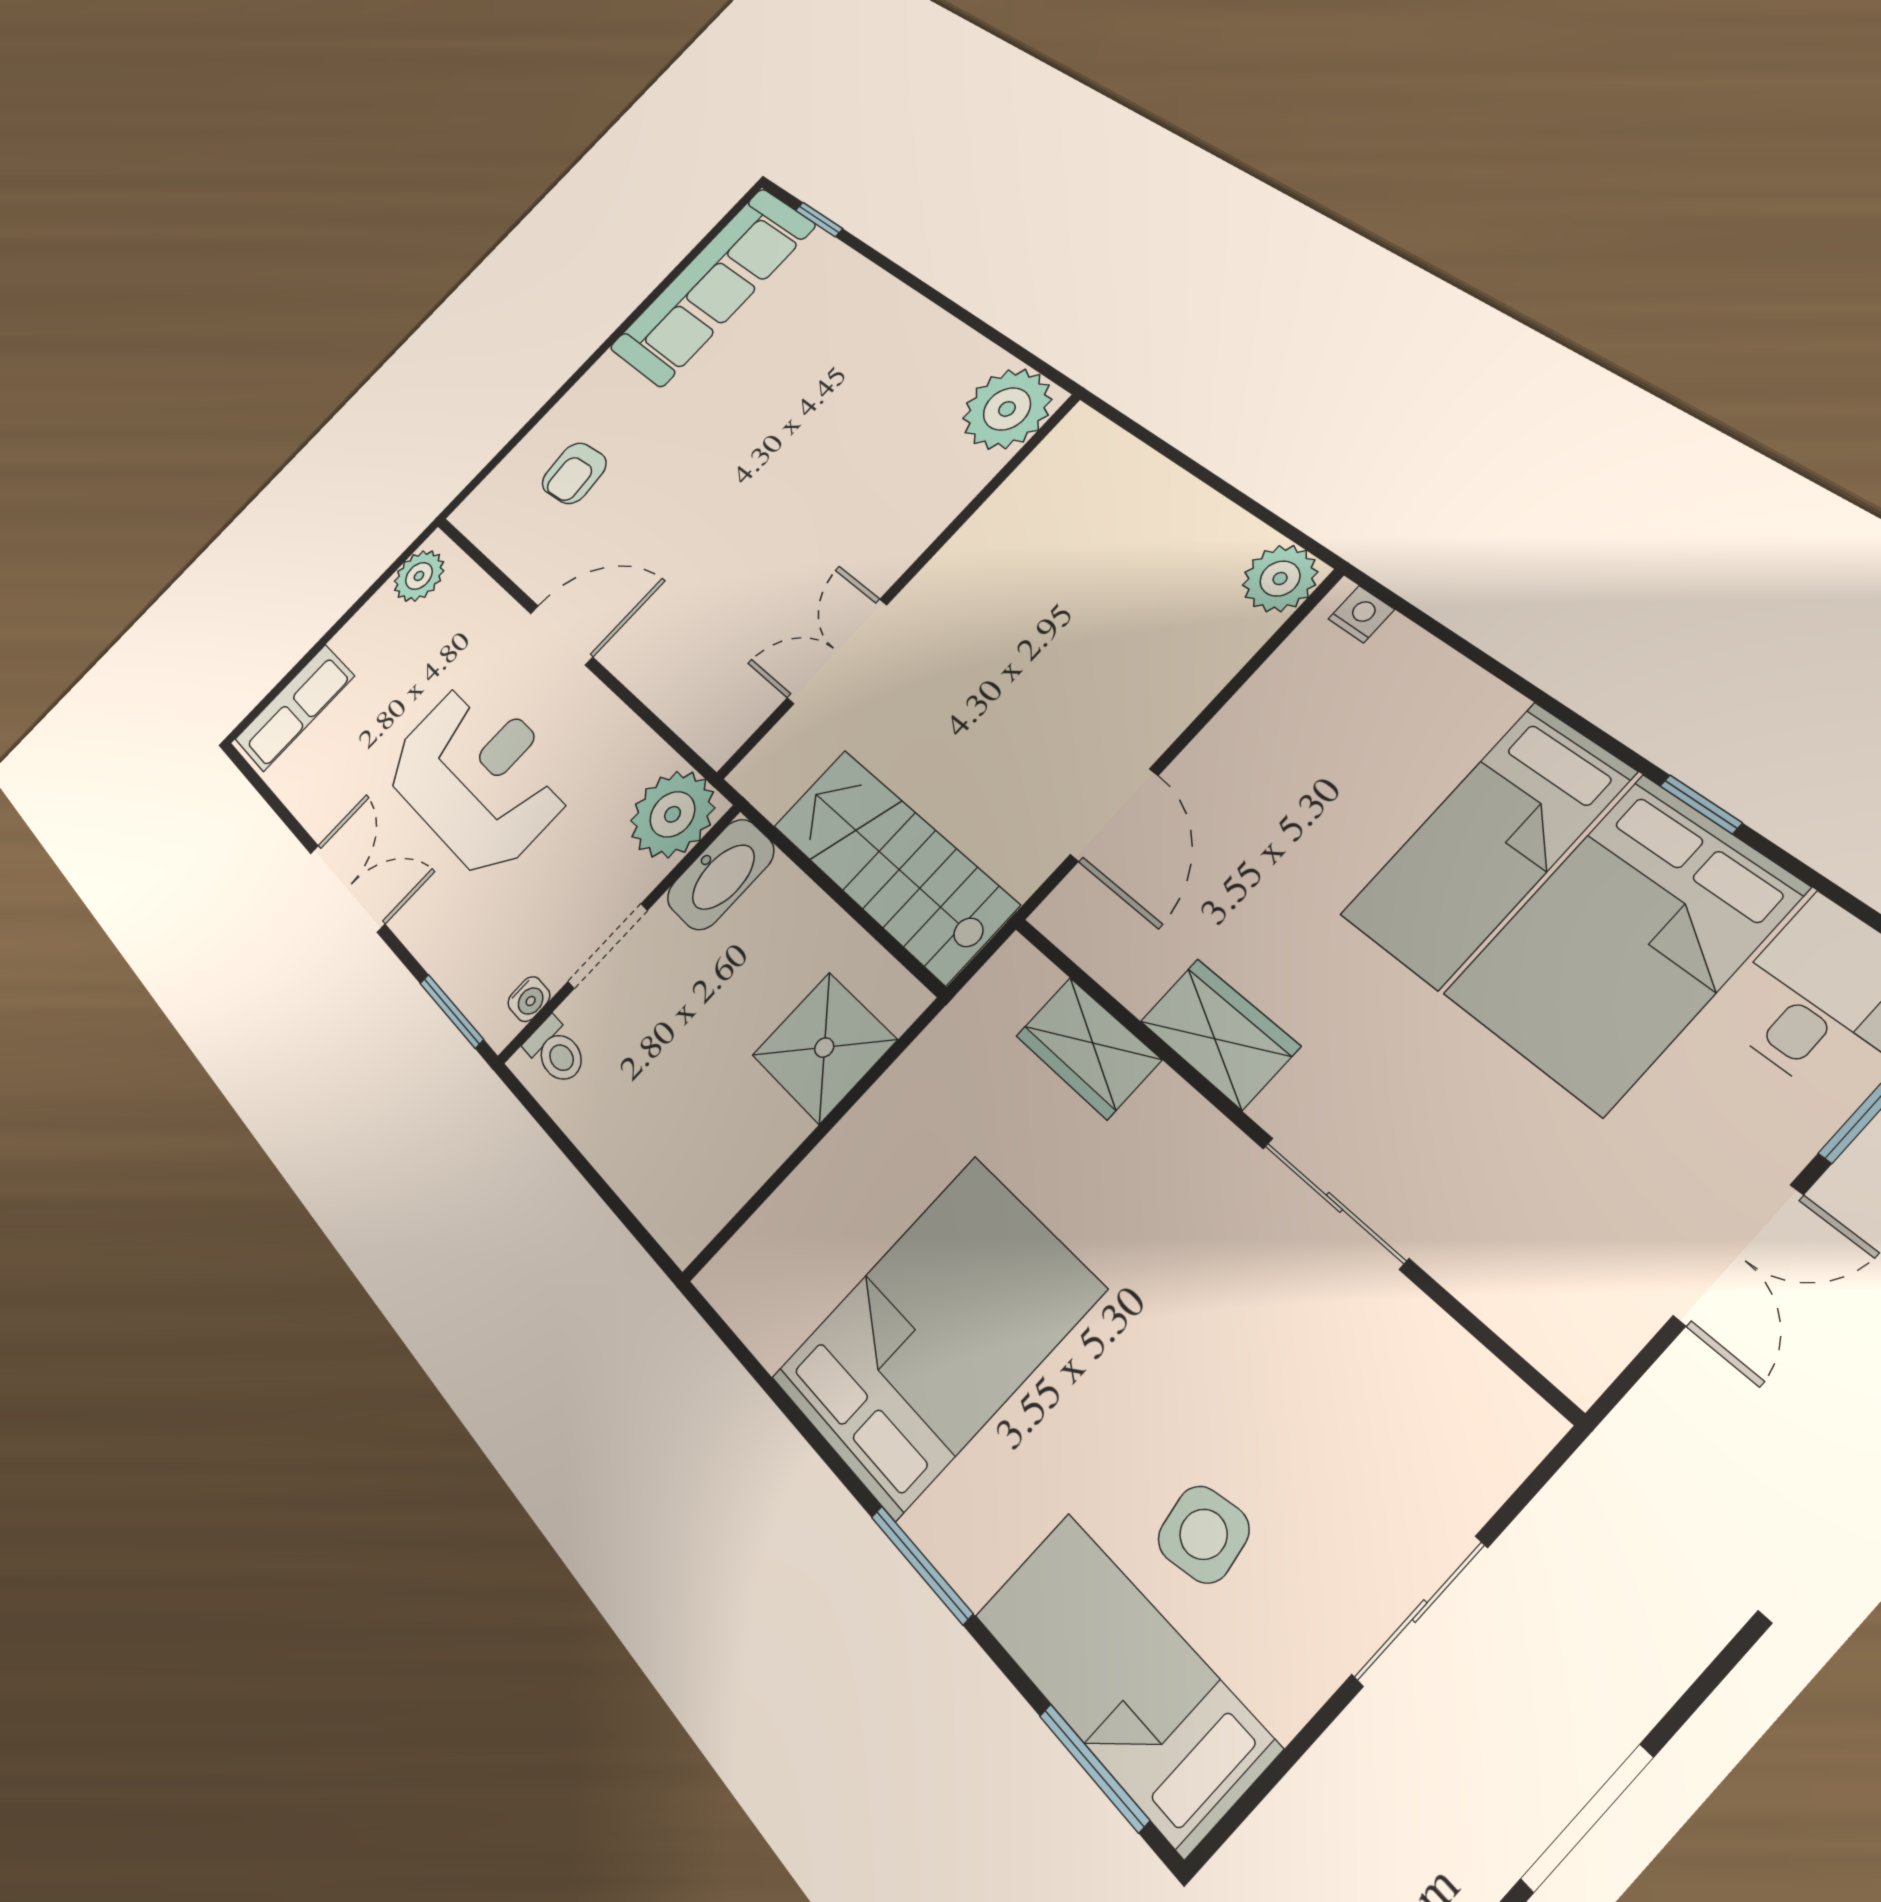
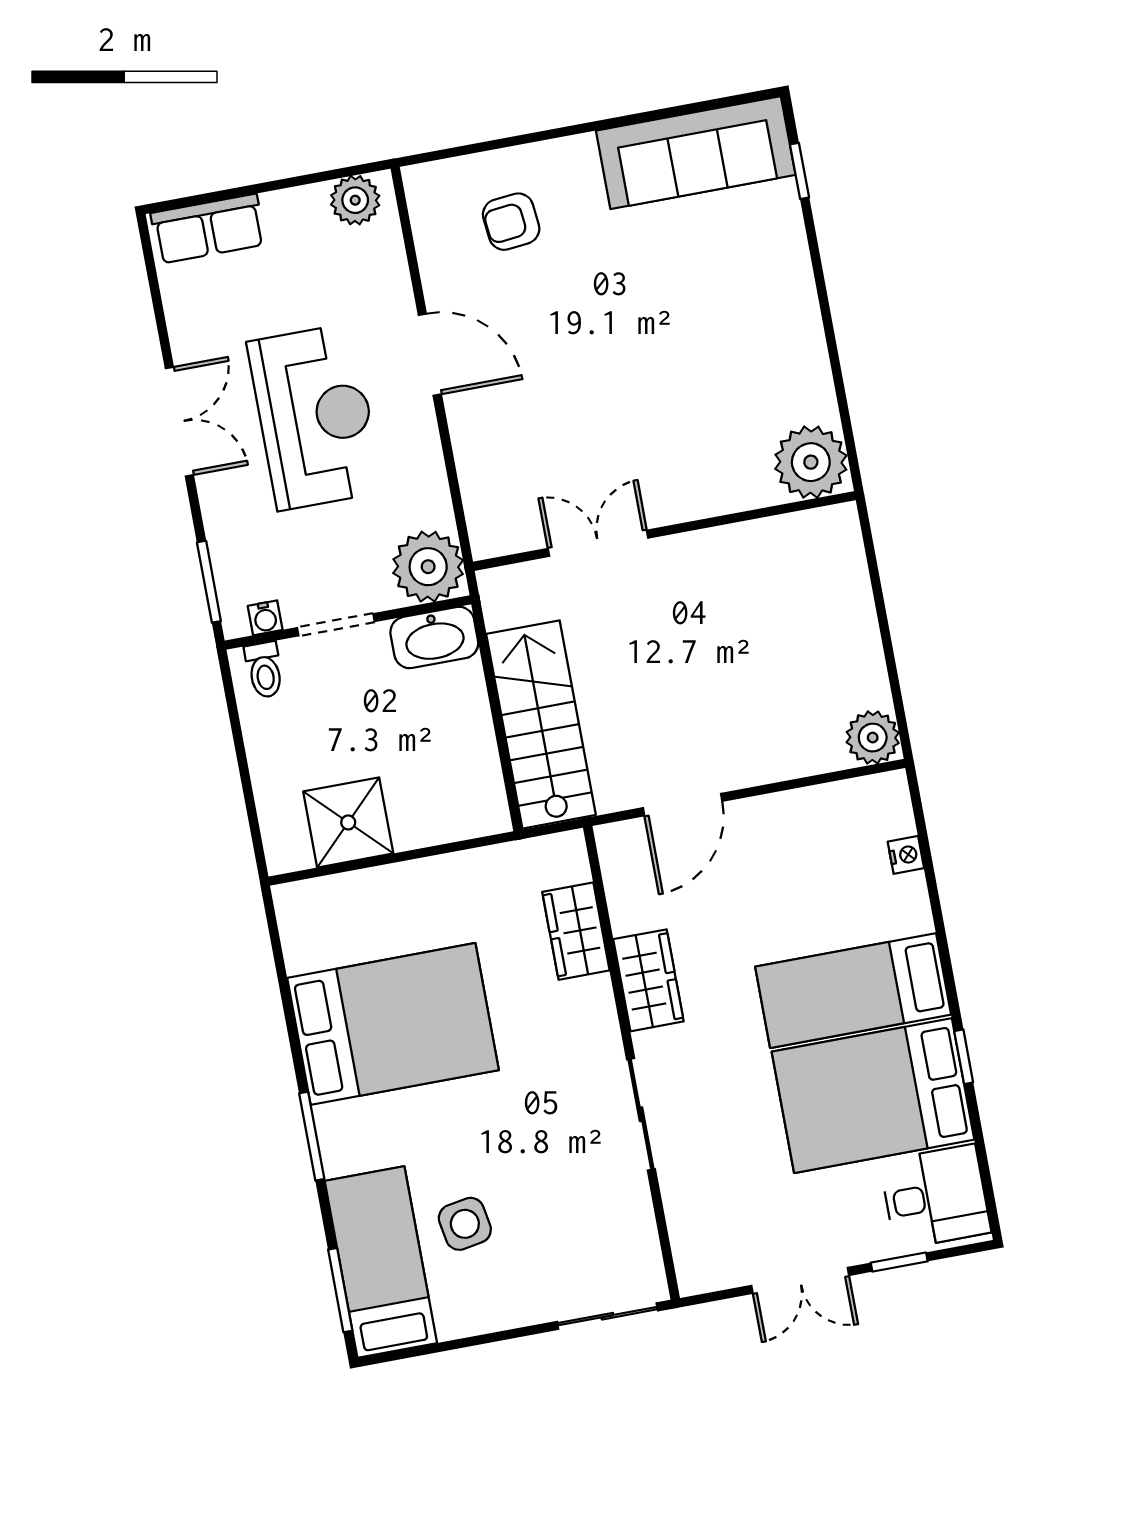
nightstand: (1361, 614) -> (906, 855), moved
shower: (824, 1048) -> (348, 822), moved
sliding door: (1420, 1611) -> (607, 1316), moved

